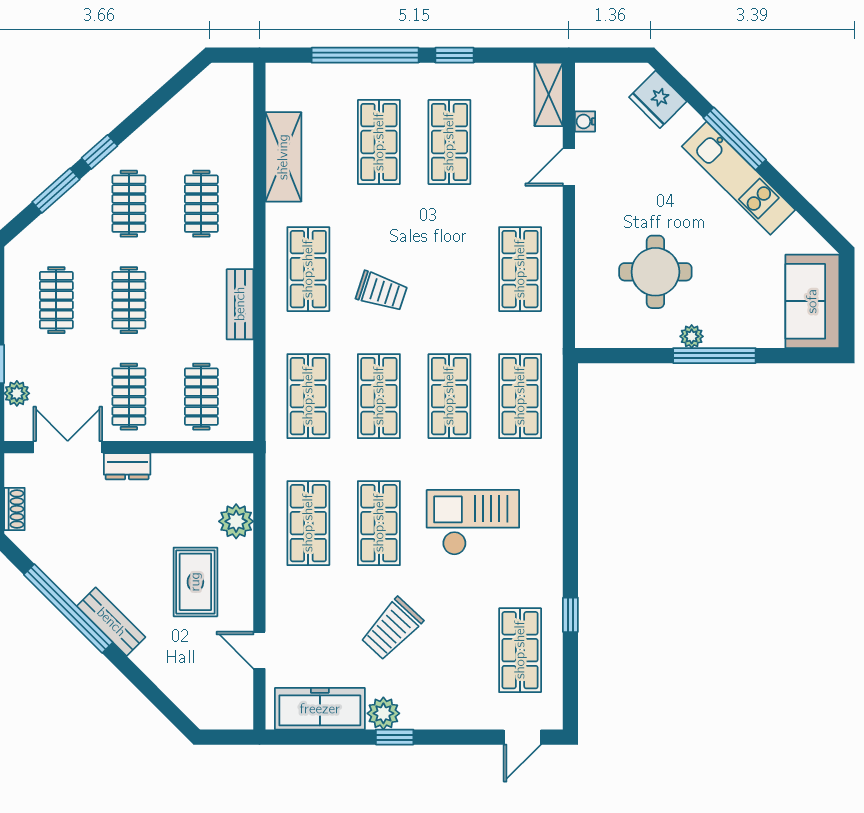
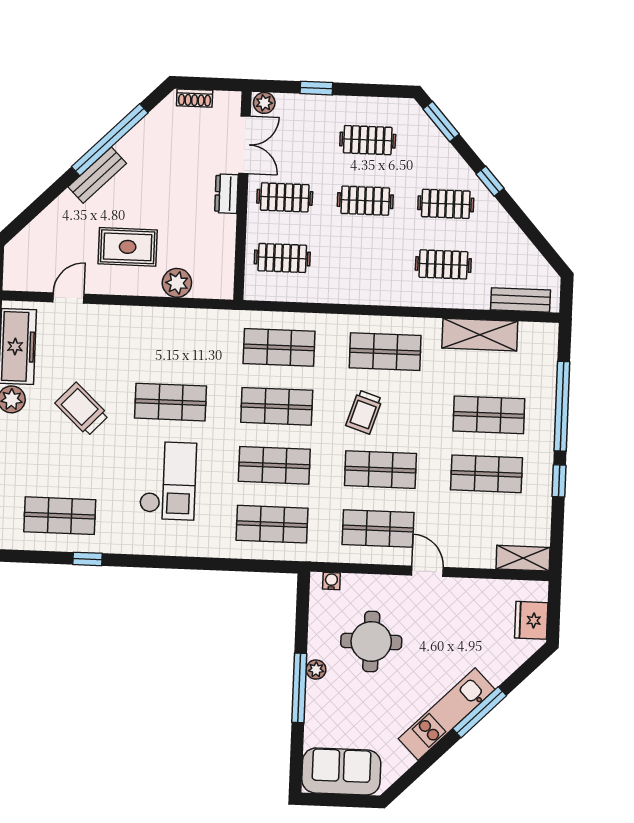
fridge: (658, 99) -> (531, 620), moved, turned -45
water cooler: (585, 121) -> (331, 581), moved
door: (569, 167) -> (427, 571), moved
window: (56, 191) -> (441, 121), moved
bench: (240, 304) -> (521, 300), moved
plant: (17, 393) -> (264, 103), moved
shop shelf: (308, 523) -> (380, 470), moved

